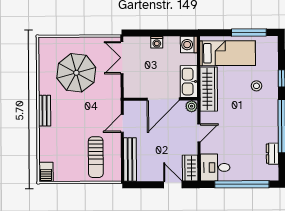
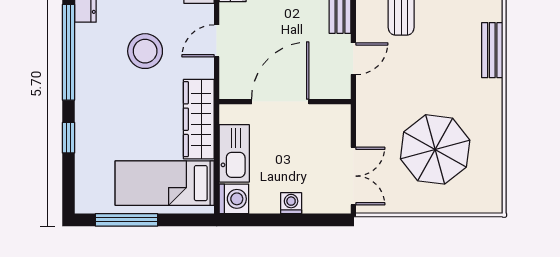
kitchen sink: (189, 82) -> (234, 153), moved
stool: (256, 86) -> (145, 51), moved, width x1.89, depth x1.89
plant: (192, 106) -> (230, 89), removed
bench: (45, 111) -> (492, 50), moved

